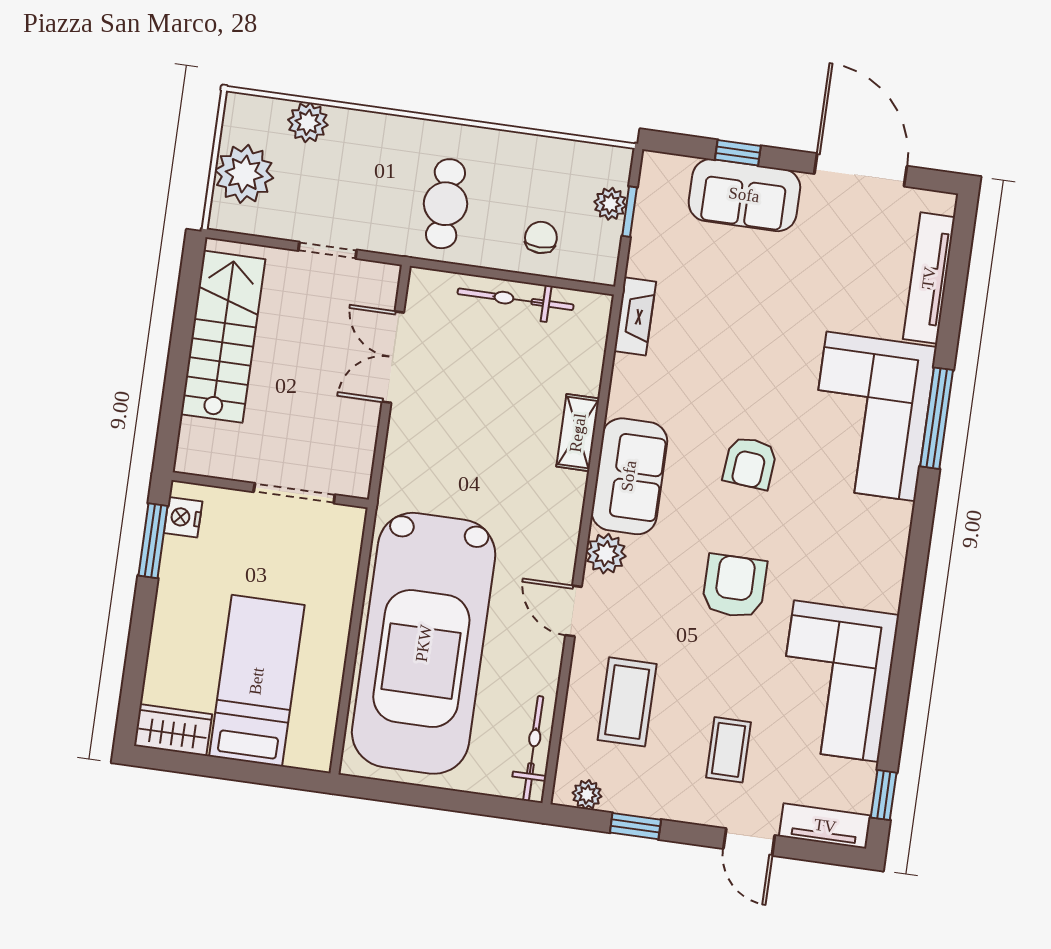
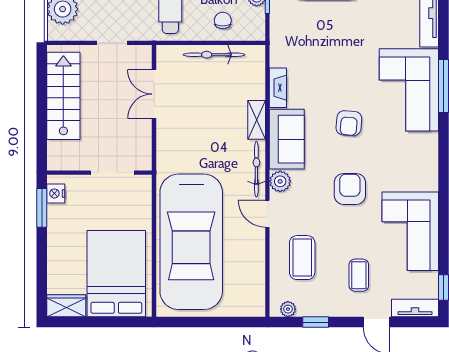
fireplace: (635, 316) -> (278, 88), moved
bed: (257, 681) -> (116, 274), width x1.50
bicycle: (533, 749) -> (256, 169), moved

